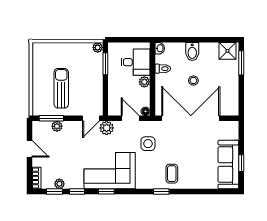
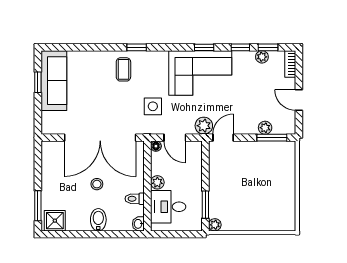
sun lounger: (61, 88) -> (260, 175), removed

